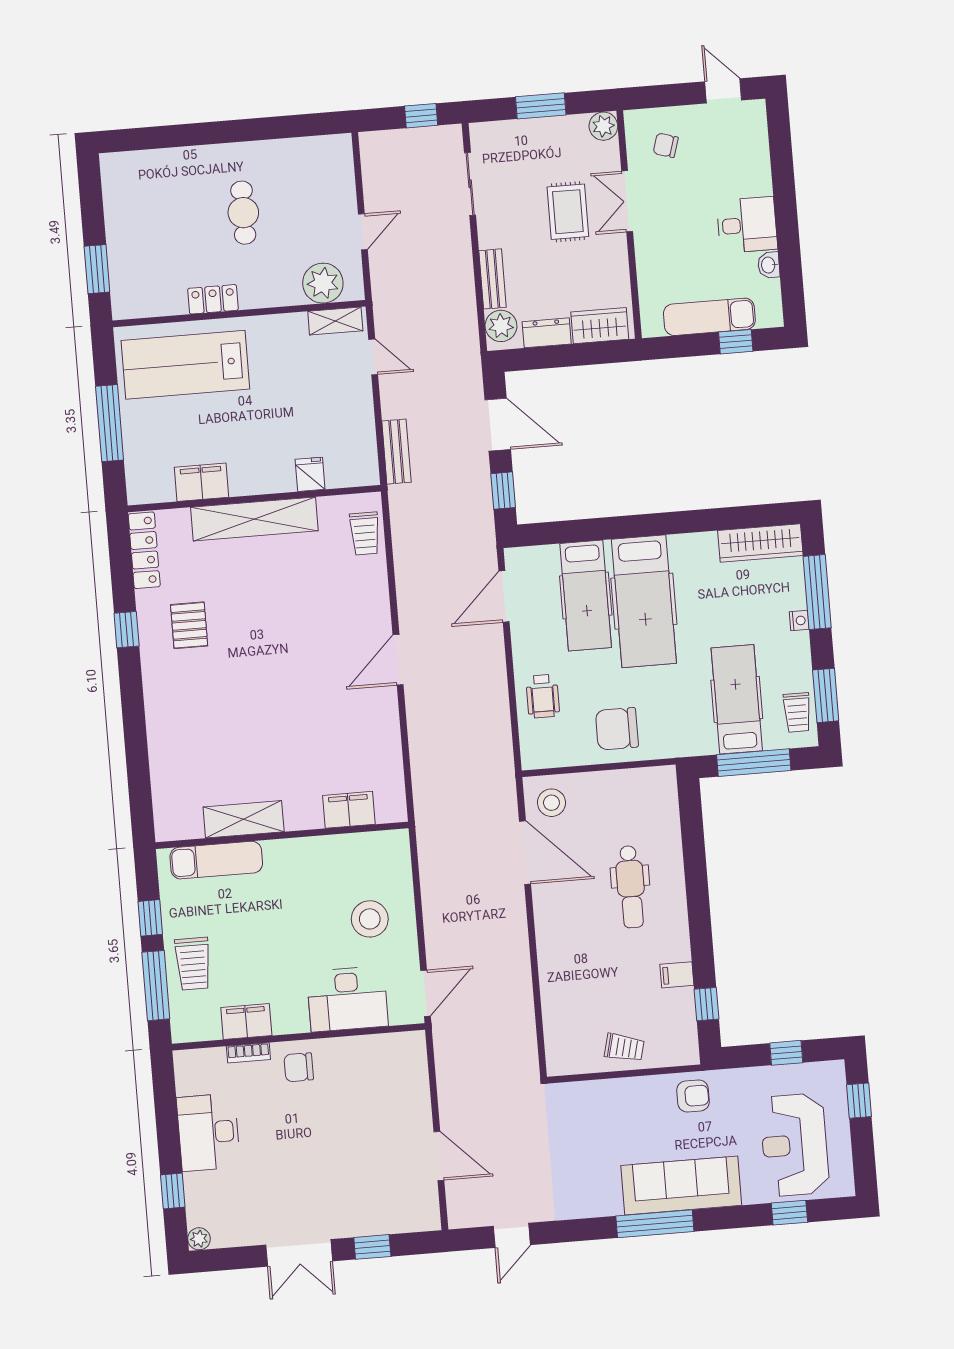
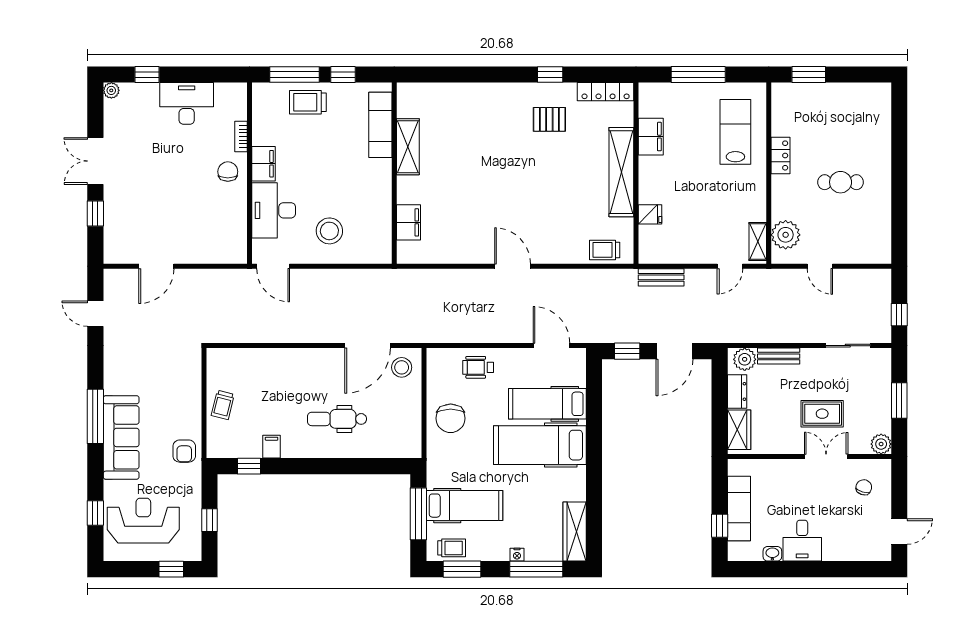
lab bench: (185, 365) -> (735, 132), width x0.73, depth x0.72
trolley: (797, 712) -> (452, 548), turned 180
chair: (617, 729) -> (451, 418), turned 180
filing cabinet: (246, 1022) -> (263, 164), moved

